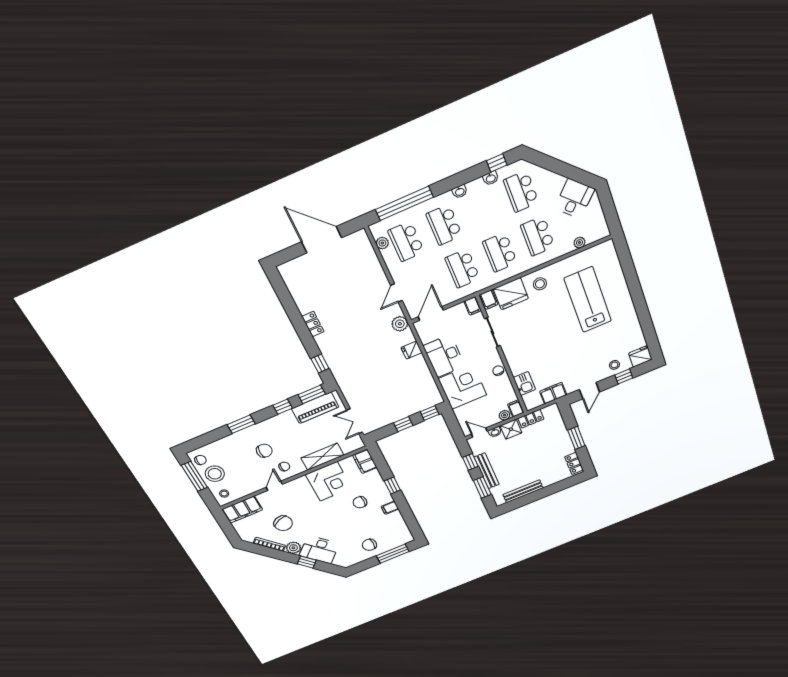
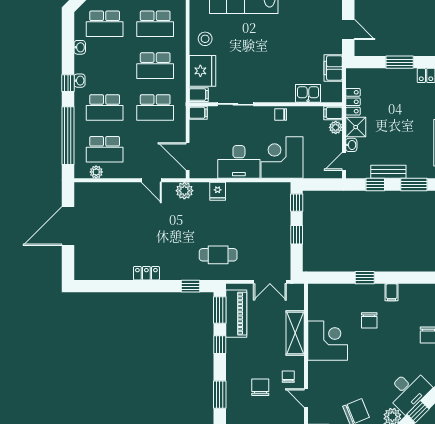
window: (497, 163) -> (68, 83), moved
cafe table: (358, 373) -> (218, 255), added
filing cabinet: (365, 461) -> (322, 293), removed
bench: (487, 471) -> (388, 172), width x0.73

